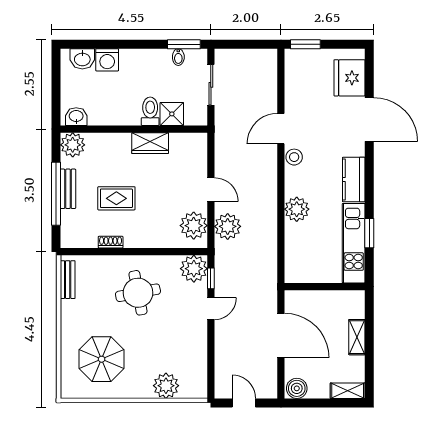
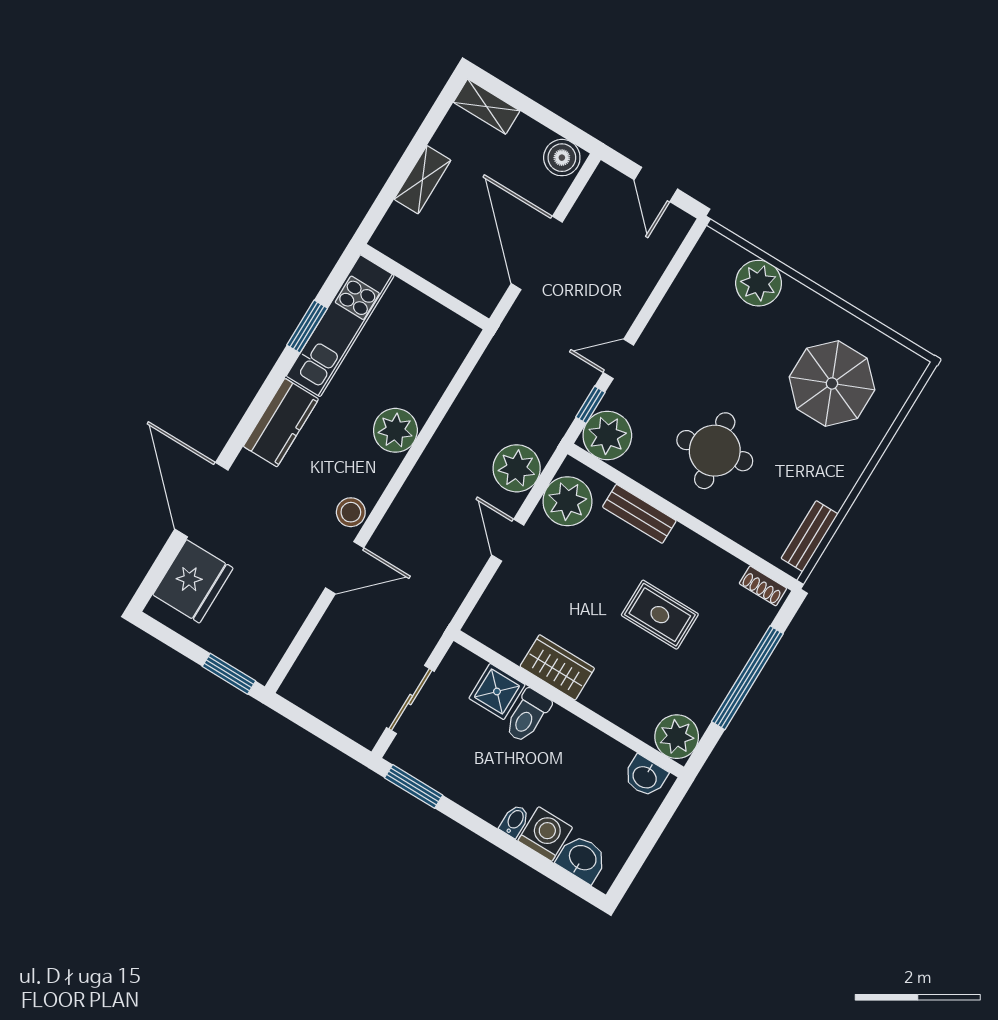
bidet: (178, 57) -> (515, 821), moved
bench: (68, 189) -> (639, 514), moved, turned 90
shoe rack: (111, 242) -> (763, 586), moved

